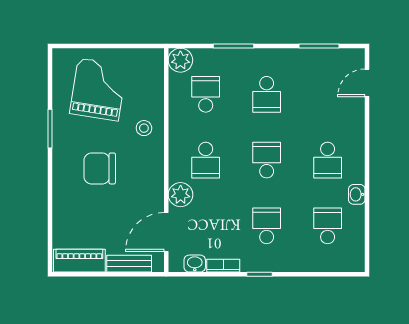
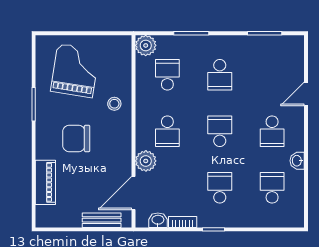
door: (367, 83) -> (306, 94), moved
piano: (79, 261) -> (45, 182), moved, turned 90

